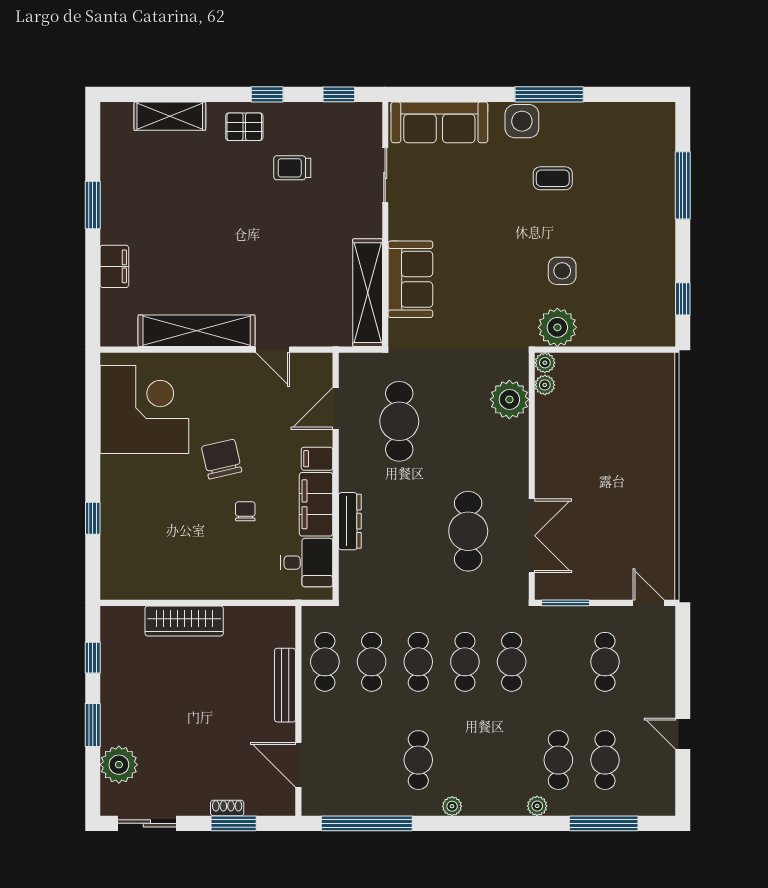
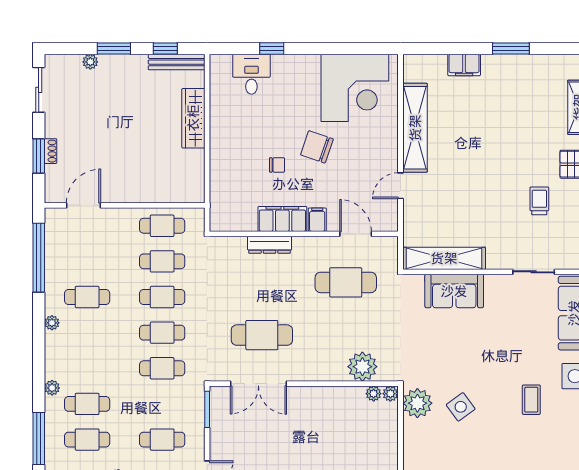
side table: (562, 271) -> (461, 407), turned -36
chair: (222, 459) -> (317, 147), turned -148
desk: (306, 563) -> (251, 74), moved, turned 180
bench: (285, 685) -> (177, 62), moved
plant: (119, 765) -> (90, 62), width x0.53, depth x0.53

